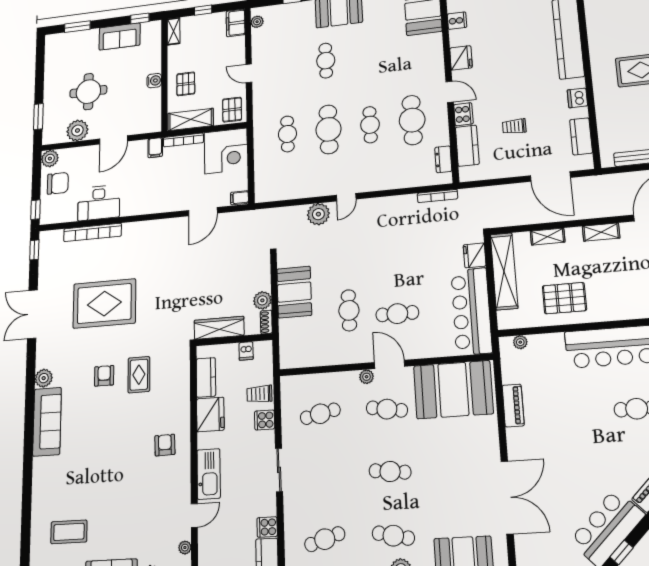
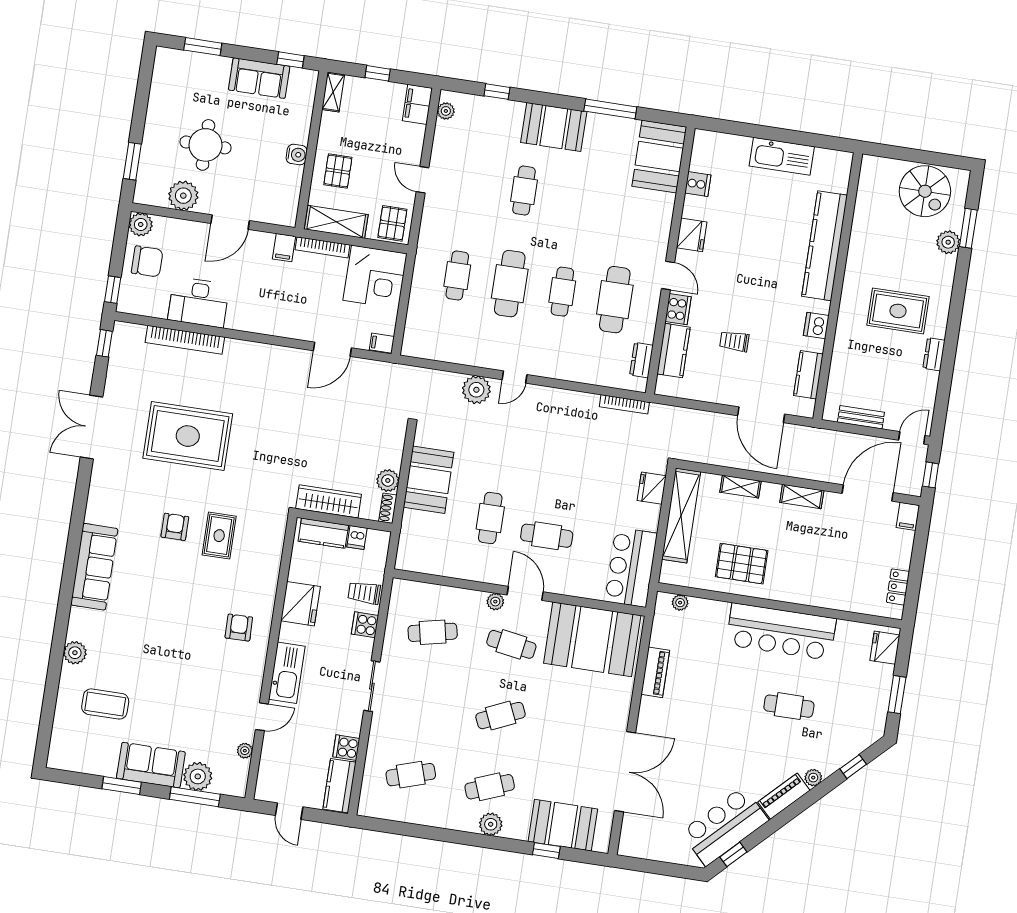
bar counter: (471, 311) -> (631, 567), width x0.73
kitchen counter: (206, 377) -> (323, 533), moved, turned 90
plant: (44, 378) -> (75, 653), moved
cafe table: (390, 471) -> (501, 716), turned -30
cafe table: (393, 536) -> (490, 787), turned -33

